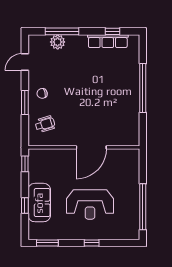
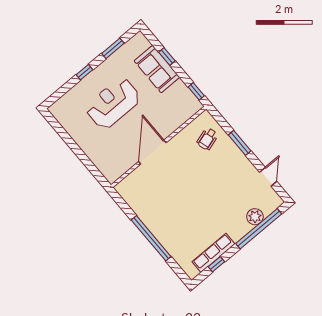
window: (62, 31) -> (259, 229), width x1.46
chair: (42, 93) -> (232, 163), removed
window: (143, 207) -> (67, 139), removed
window: (47, 243) -> (113, 48), moved

